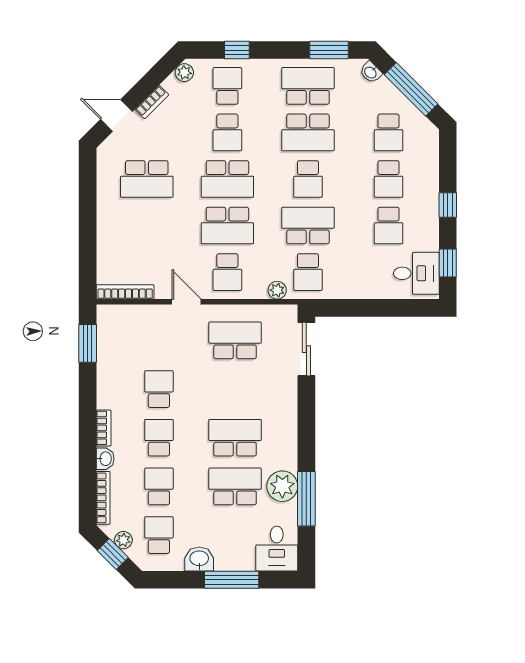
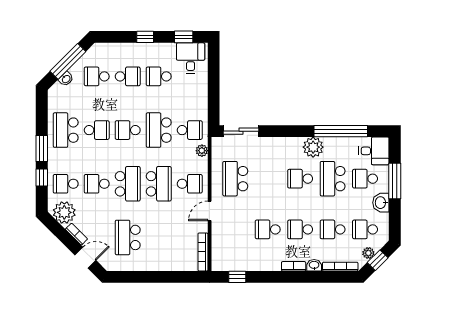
window: (329, 50) -> (42, 149), moved
washbasin: (371, 72) -> (66, 79), moved
plant: (184, 73) -> (64, 212), width x1.88, depth x1.88
door: (116, 115) -> (85, 258), swing flipped
school desk: (227, 132) -> (97, 184), turned 180
school desk: (308, 132) -> (97, 130), width x0.54
school desk: (389, 132) -> (97, 76), turned 180
school desk: (147, 179) -> (128, 237), turned 180
school desk: (308, 179) -> (128, 130), turned 180
school desk: (389, 226) -> (159, 76), turned 180
window: (88, 343) -> (237, 277), width x0.67
school desk: (235, 438) -> (300, 179), width x0.54
plant: (282, 486) -> (313, 147), moved
window: (306, 499) -> (341, 131), width x1.46
school desk: (235, 535) -> (365, 179), added

